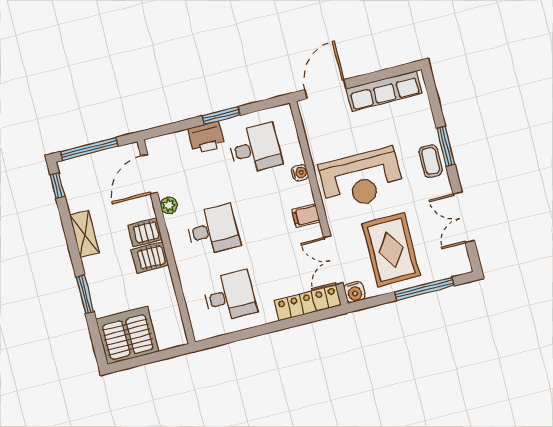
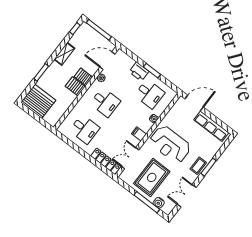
water cooler: (355, 292) -> (159, 203), moved

